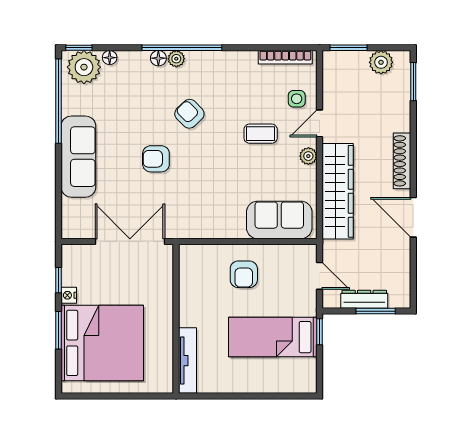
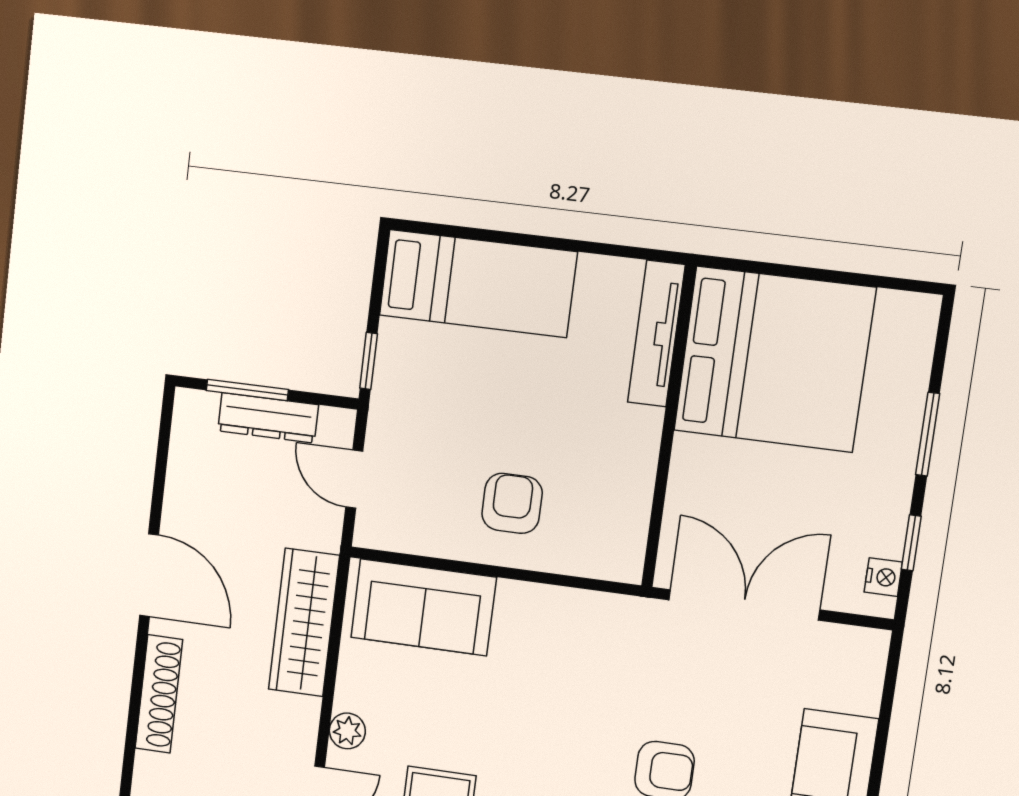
wardrobe: (338, 191) -> (304, 622), width x0.71, depth x0.85
double door: (130, 241) -> (744, 605), swing flipped
nightstand: (69, 295) -> (883, 577), moved
bed: (273, 337) -> (478, 284), moved
bed: (102, 343) -> (774, 359), moved, turned 180

